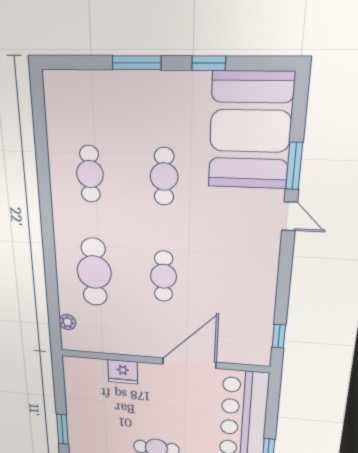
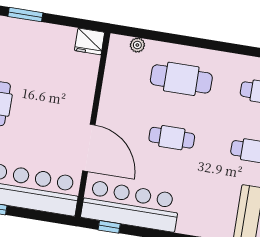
bar counter: (251, 315) -> (130, 206), added
fridge: (123, 372) -> (90, 41), moved, turned -90

